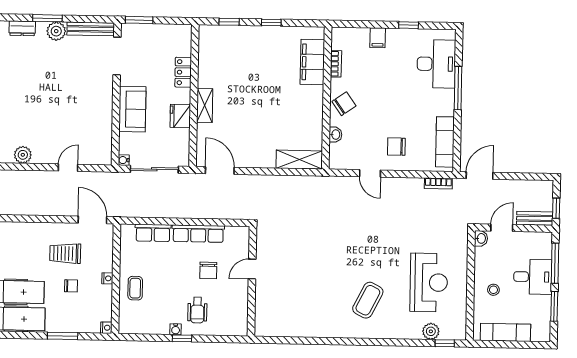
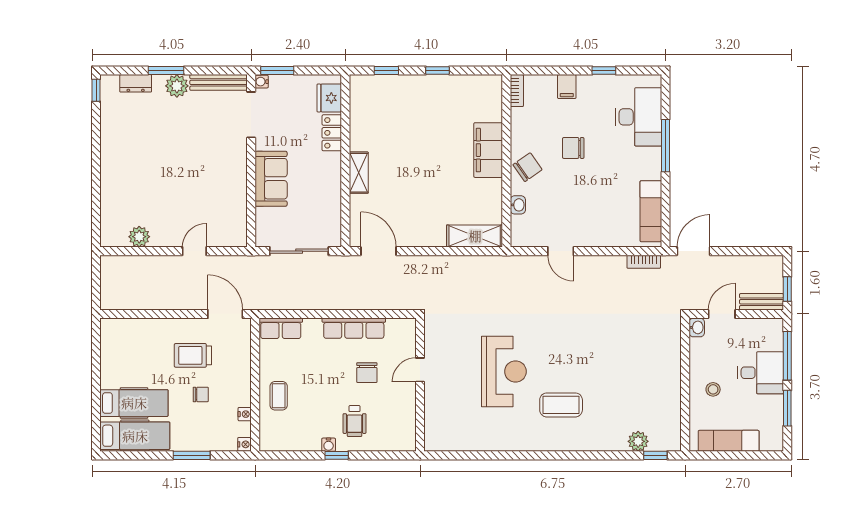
filing cabinet: (312, 62) -> (488, 150), moved
bookcase: (336, 64) -> (517, 91), moved
fridge: (180, 116) -> (329, 98), moved
chair: (396, 147) -> (573, 148), moved
water cooler: (124, 160) -> (262, 82), moved
row of seats: (153, 233) -> (281, 328), moved
nightstand: (107, 278) -> (245, 414), moved
reception desk: (429, 282) -> (504, 371), moved
coffee table: (368, 300) -> (561, 405), turned 63

